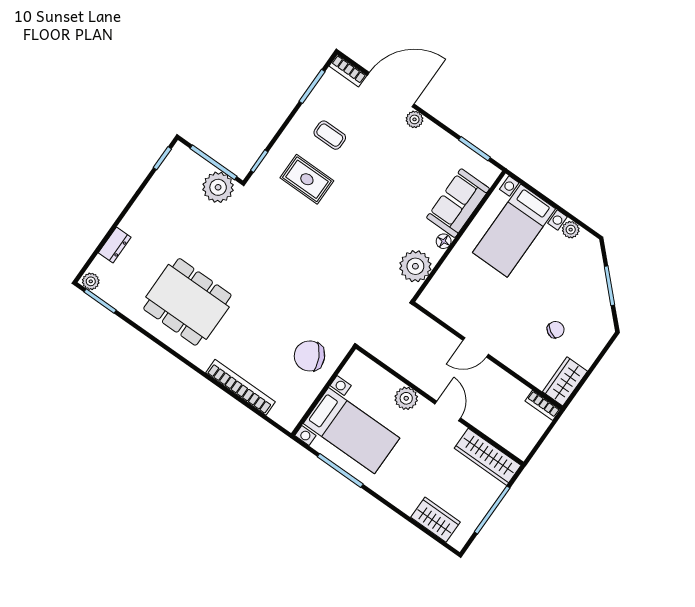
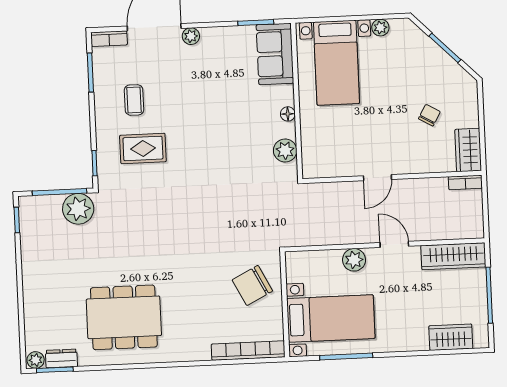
coffee table: (330, 135) -> (134, 100), turned 90
sofa: (458, 203) -> (275, 54), moved
dresser: (115, 245) -> (61, 358), moved, turned -90
plant: (415, 266) -> (285, 150), width x0.73, depth x0.73
bookcase: (241, 387) -> (248, 351), moved

